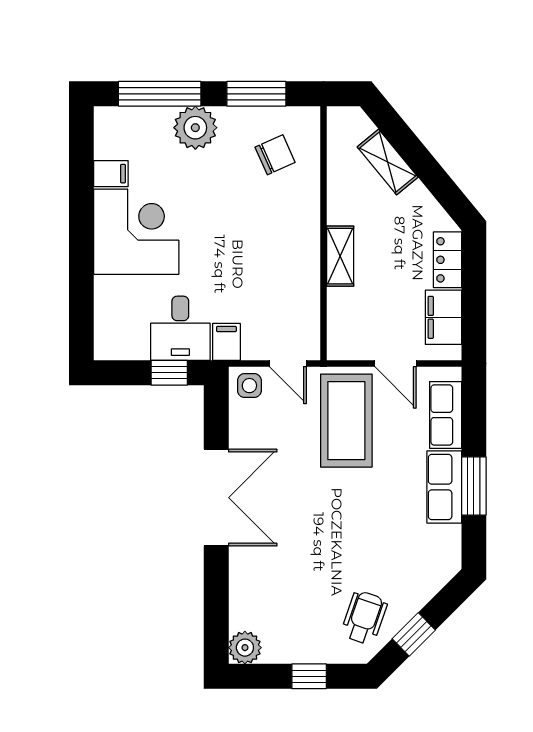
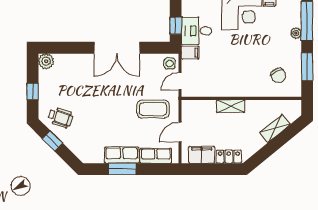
plant: (195, 128) -> (296, 33), width x0.53, depth x0.53
coffee table: (346, 421) -> (153, 109), width x0.73, depth x0.76

